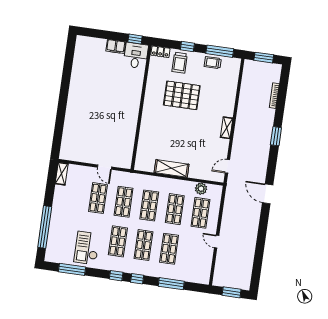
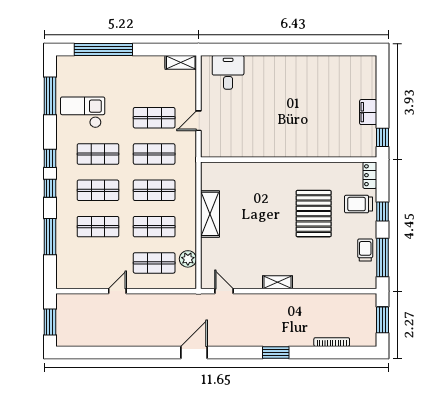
desk: (136, 56) -> (228, 72), moved, turned -90

